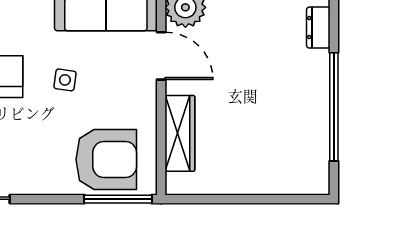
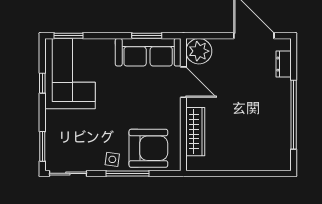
side table: (65, 80) -> (112, 159), moved
window: (118, 199) -> (127, 173), moved

